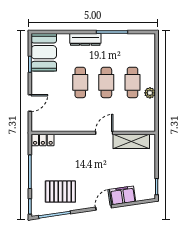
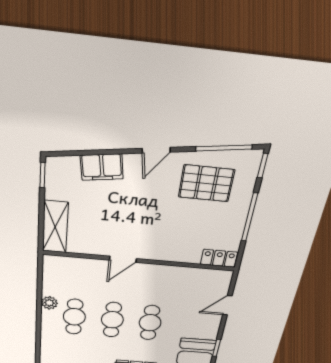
shelving: (131, 141) -> (55, 227), moved, turned 90
door: (104, 208) -> (156, 150), moved

